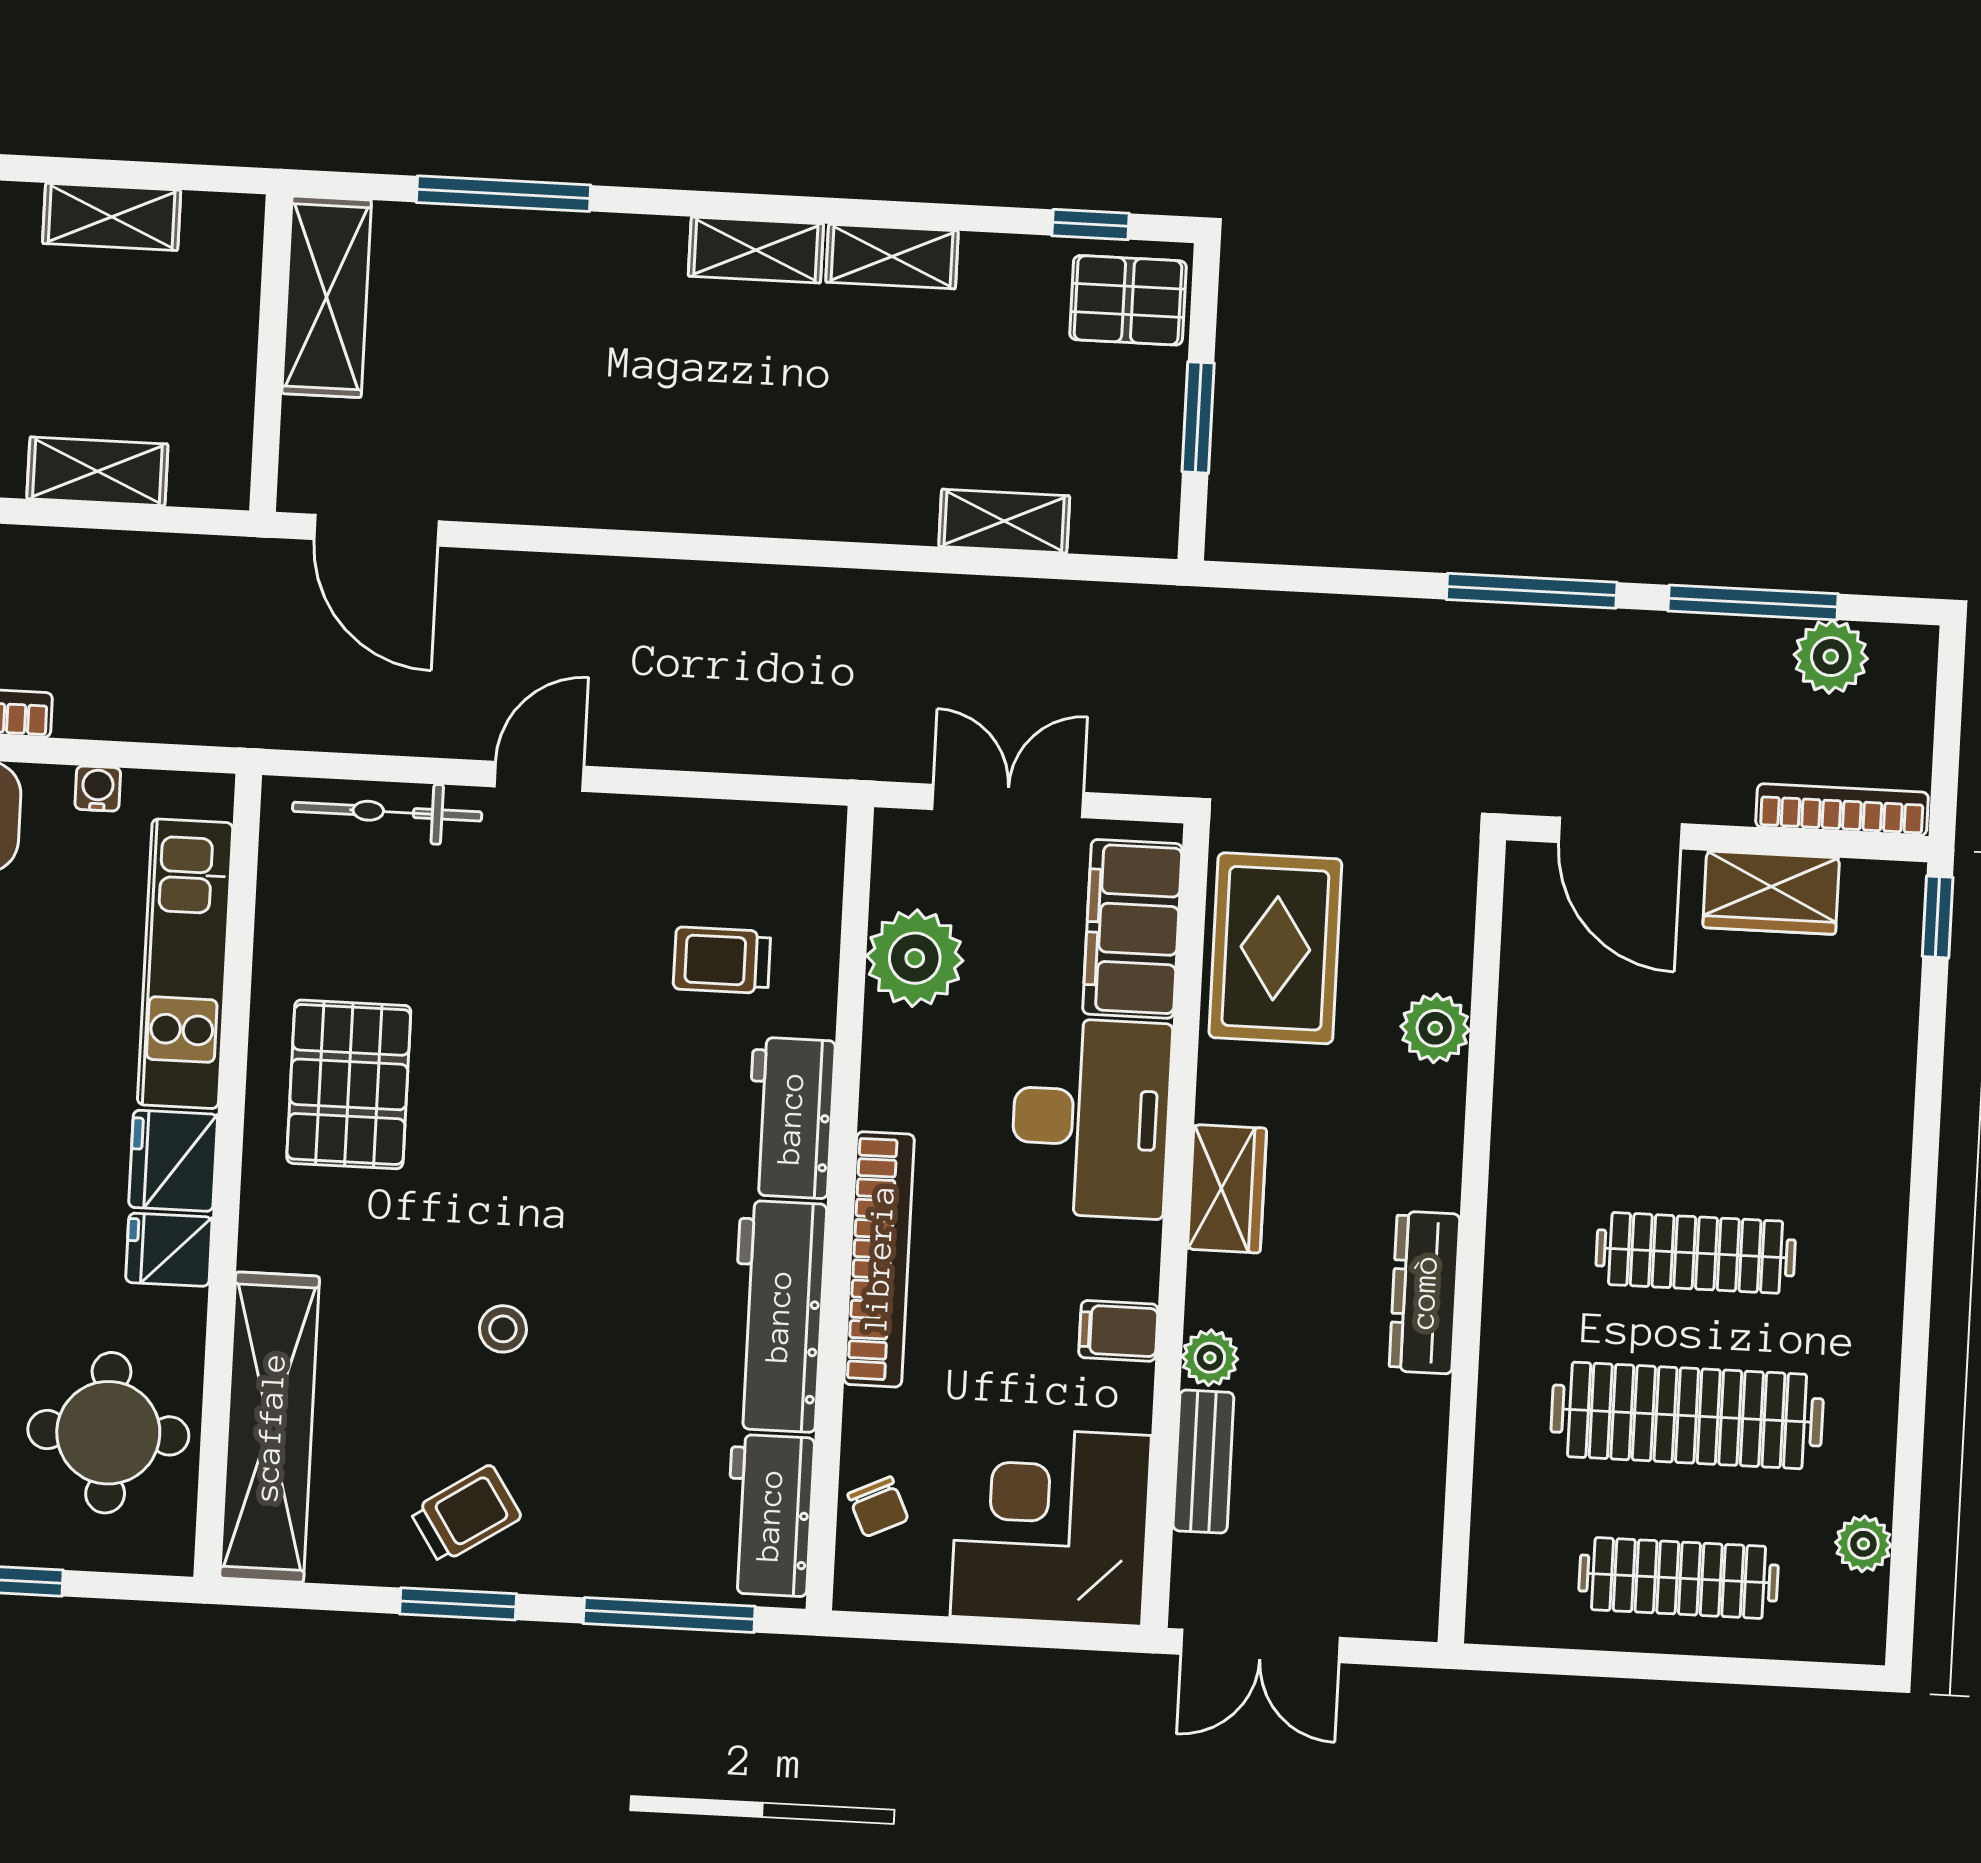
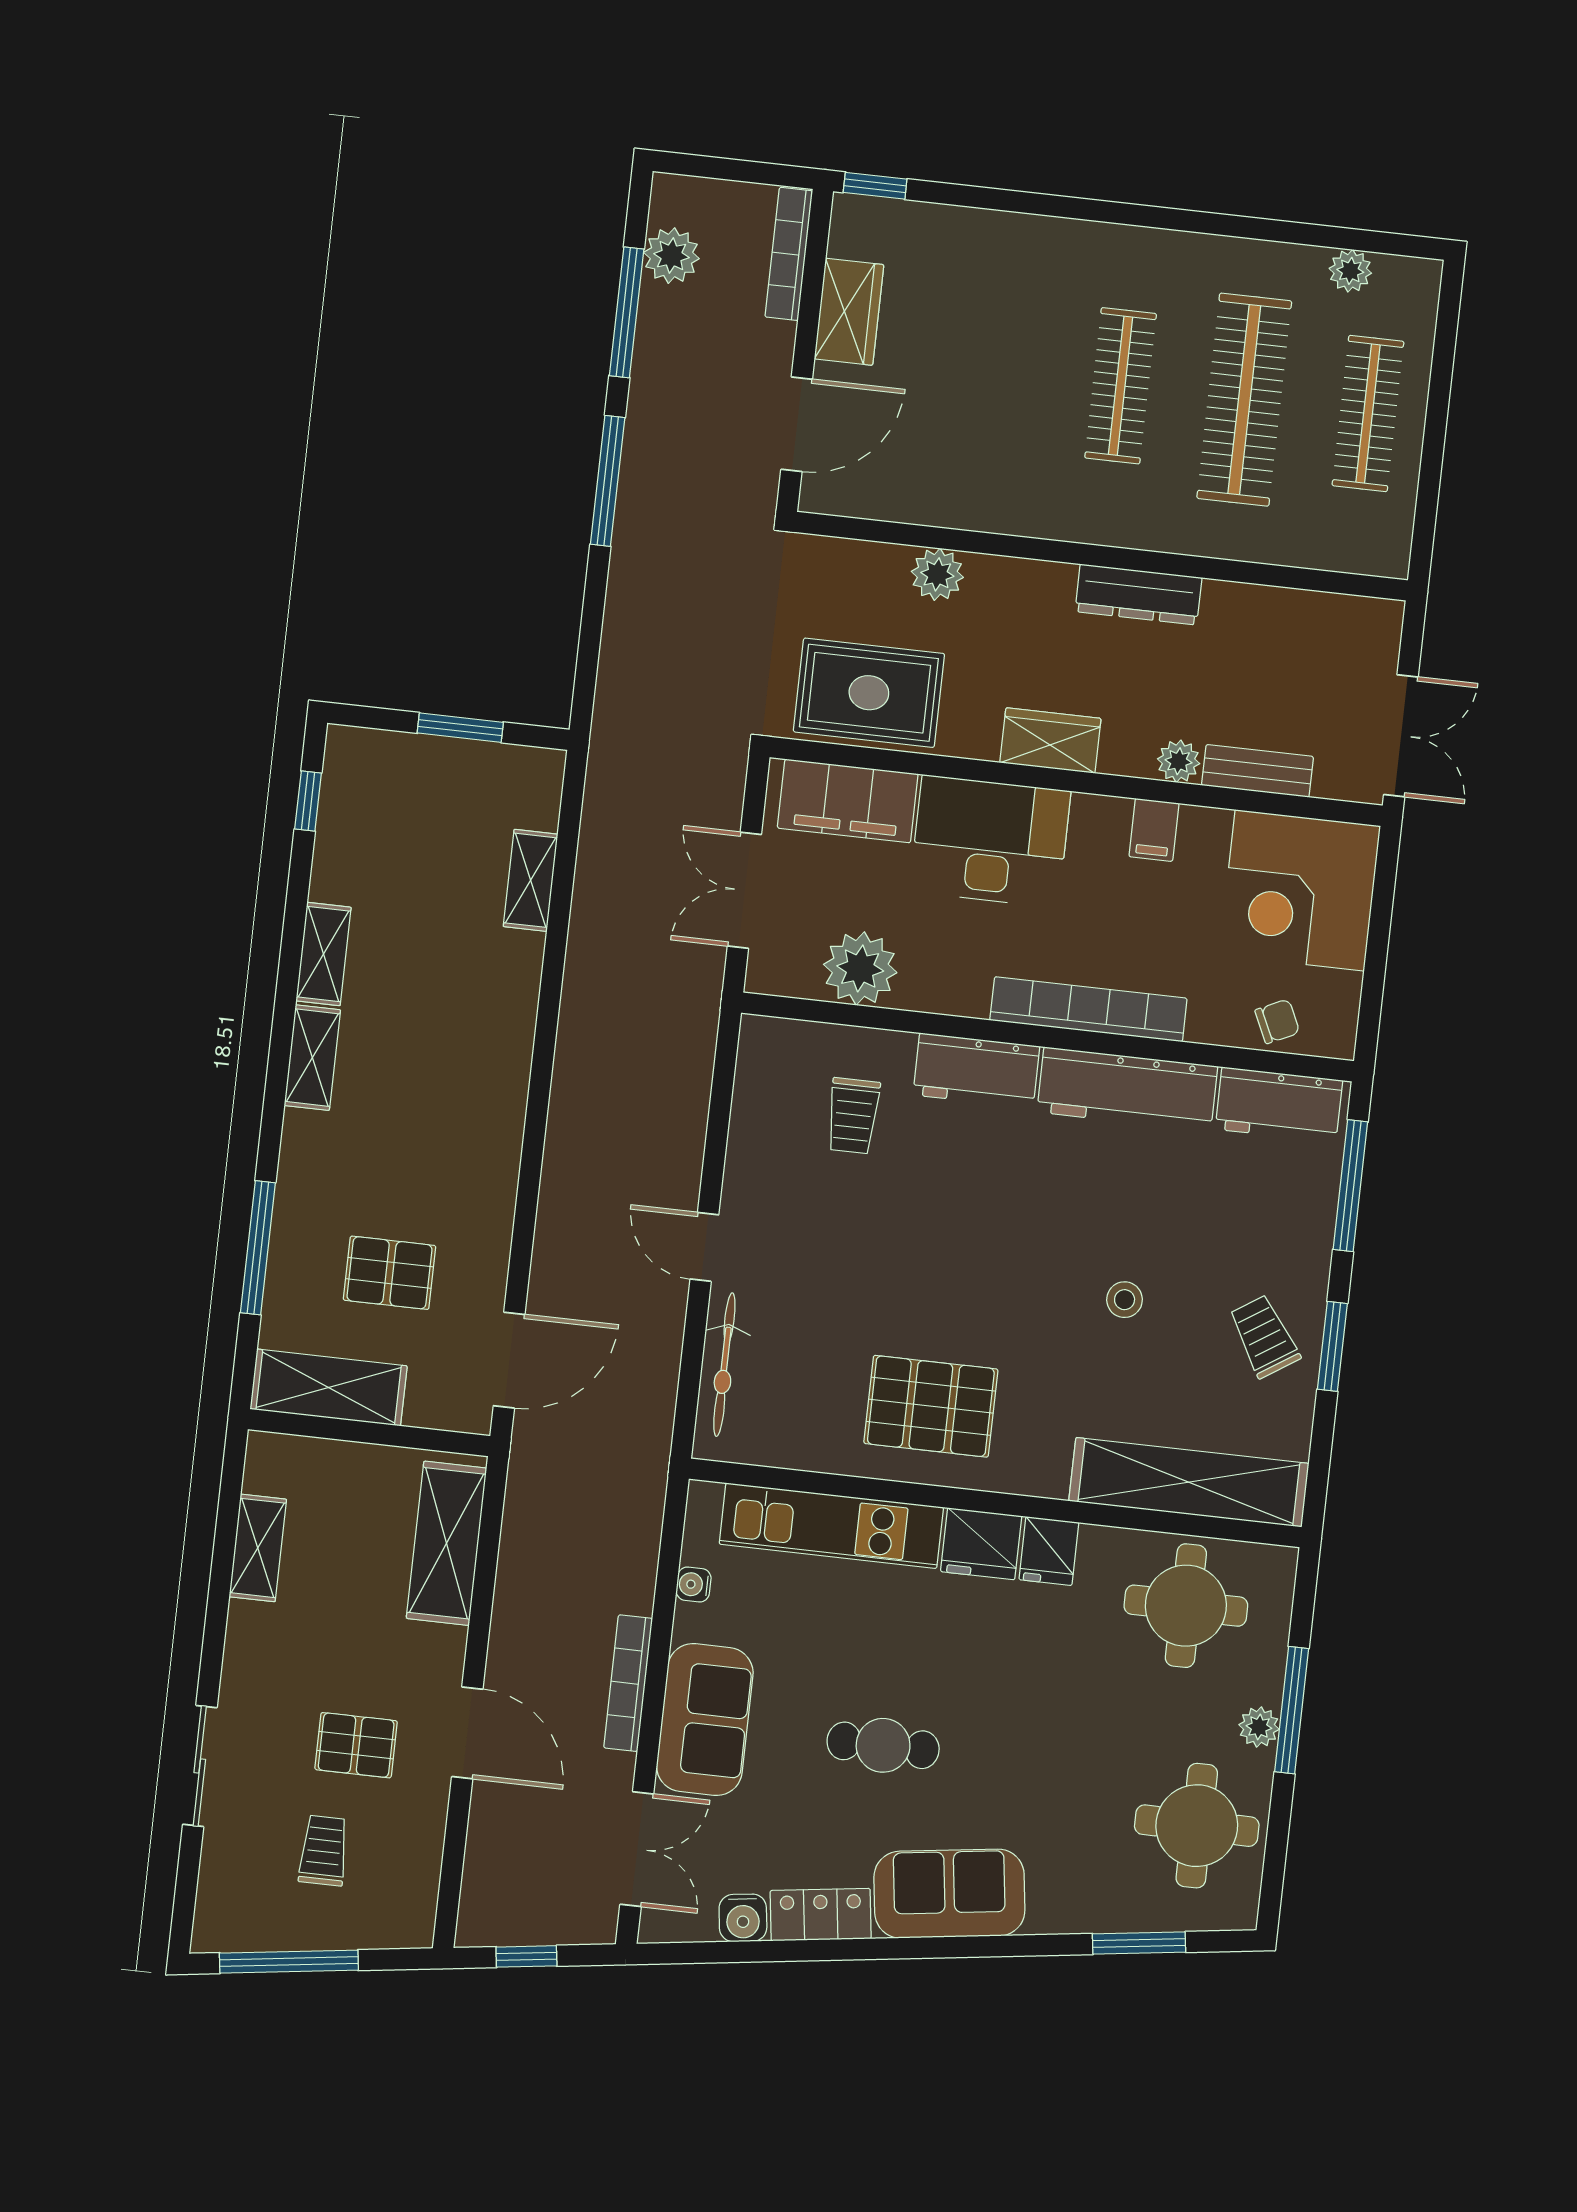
pallet: (1128, 300) -> (390, 1273), moved, turned 90
shelving: (97, 471) -> (447, 1543), width x1.50, depth x1.33

